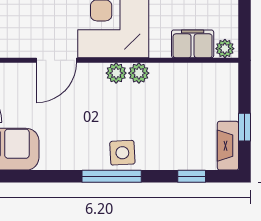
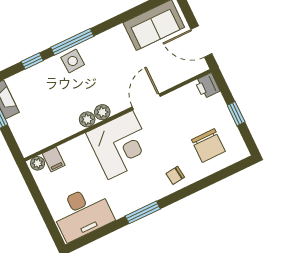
filing cabinet: (193, 44) -> (54, 159), width x0.50
window: (192, 176) -> (32, 61), moved

